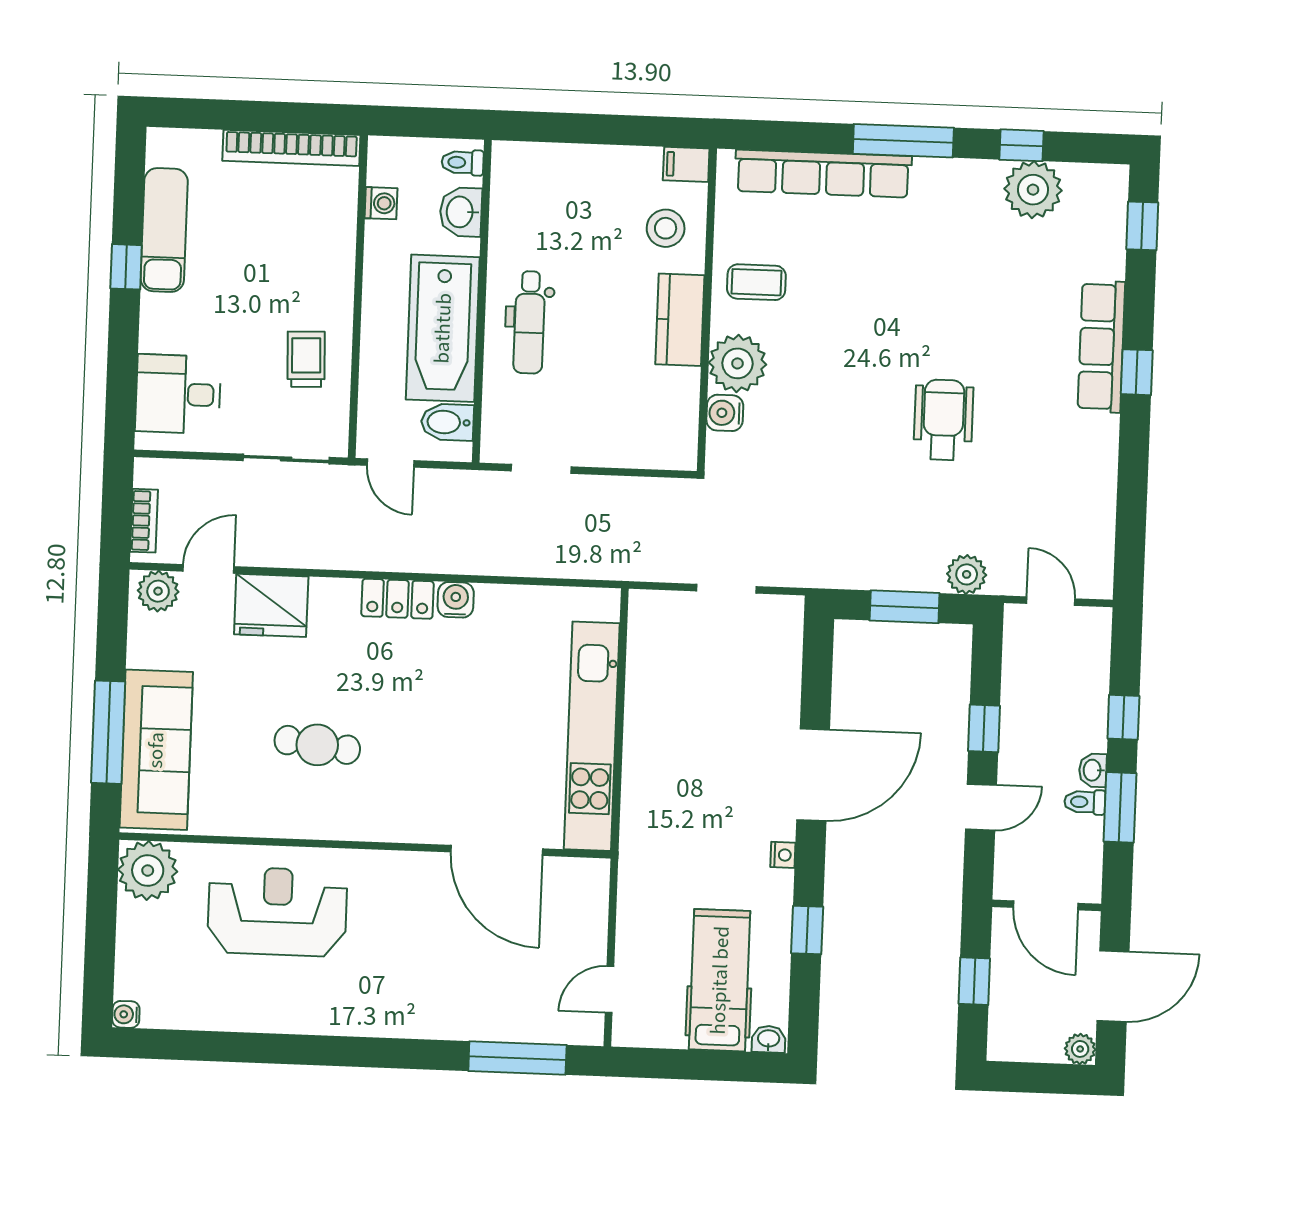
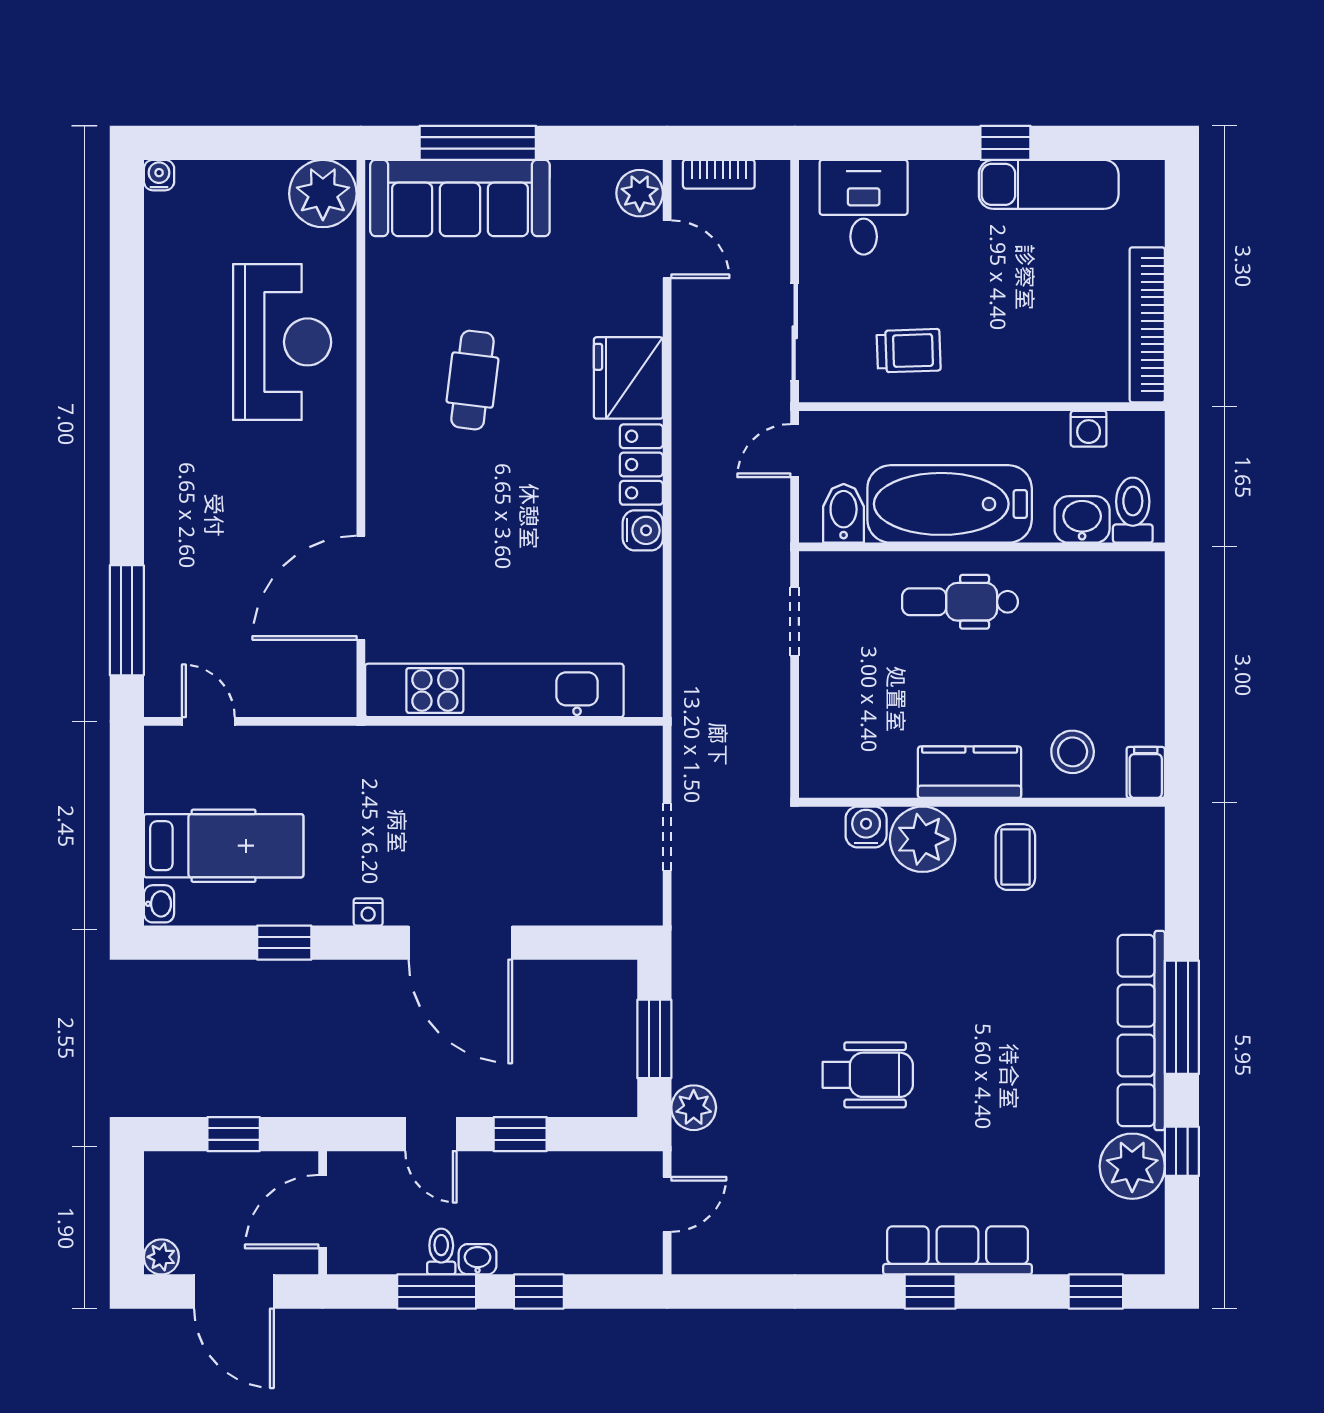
toilet: (463, 162) -> (1133, 510), width x1.37, depth x1.39
row of seats: (823, 174) -> (1141, 1031), moved
fridge: (271, 605) -> (628, 378), moved

